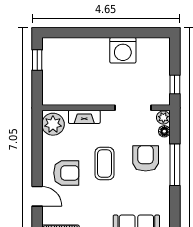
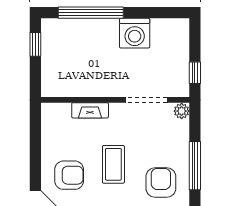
window: (85, 33) -> (91, 13), added
plant: (53, 124) -> (54, 119), removed
floor lamp: (164, 131) -> (183, 127), removed
armchair: (146, 158) -> (161, 182), moved

